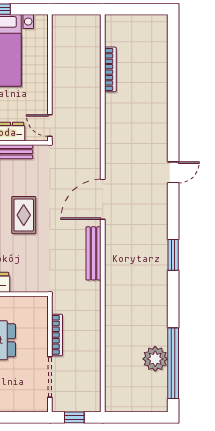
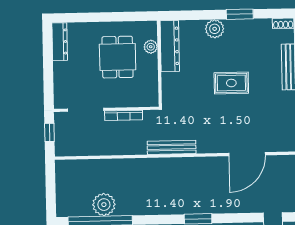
door: (103, 199) -> (247, 154), swing flipped
bench: (94, 253) -> (172, 147), moved

